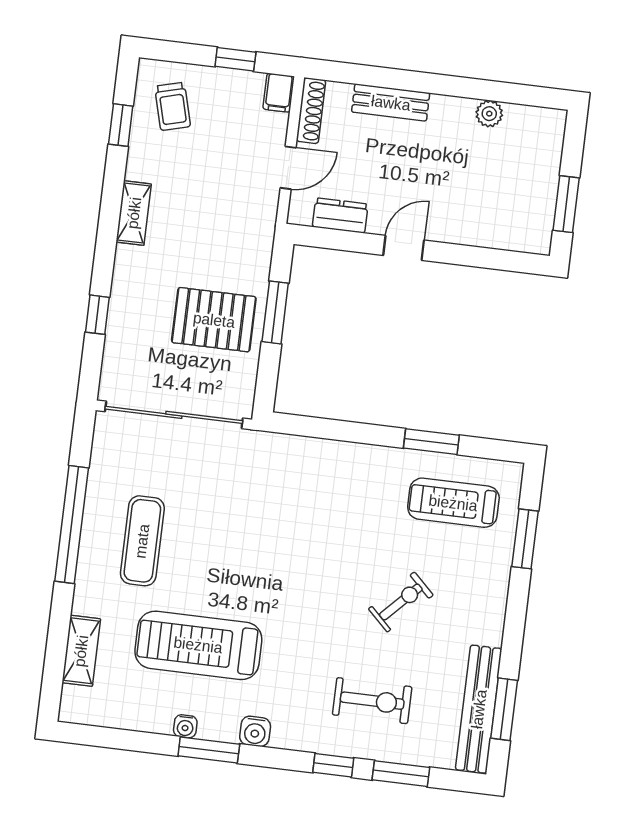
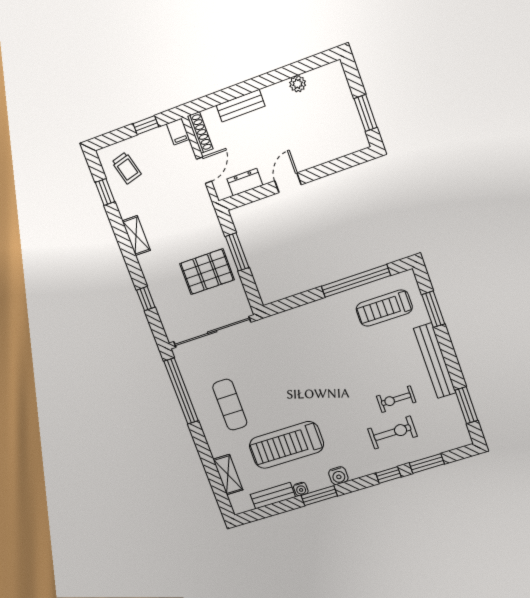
window: (431, 442) -> (356, 281), width x2.11
window: (72, 525) -> (181, 391), moved
exercise bike: (401, 602) -> (396, 399), moved, turned -134
bench: (479, 709) -> (435, 361), moved
bench: (135, 717) -> (273, 496), added

